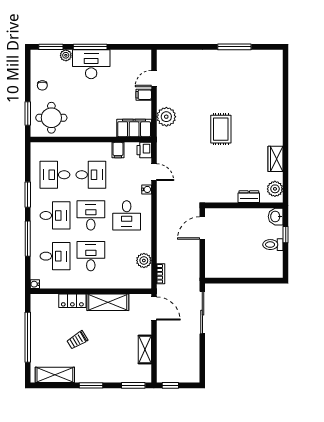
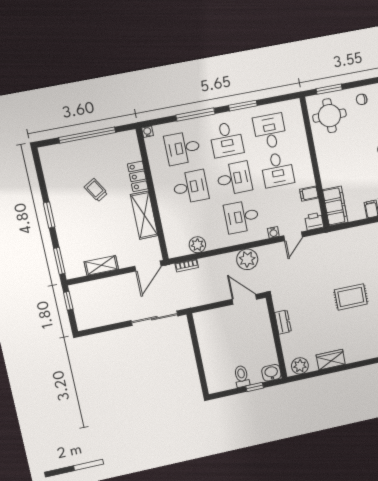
plant: (166, 117) -> (247, 259), moved
dresser: (249, 197) -> (283, 322), moved
desk: (55, 256) -> (183, 148), turned 90
shelving: (55, 375) -> (52, 173), removed

